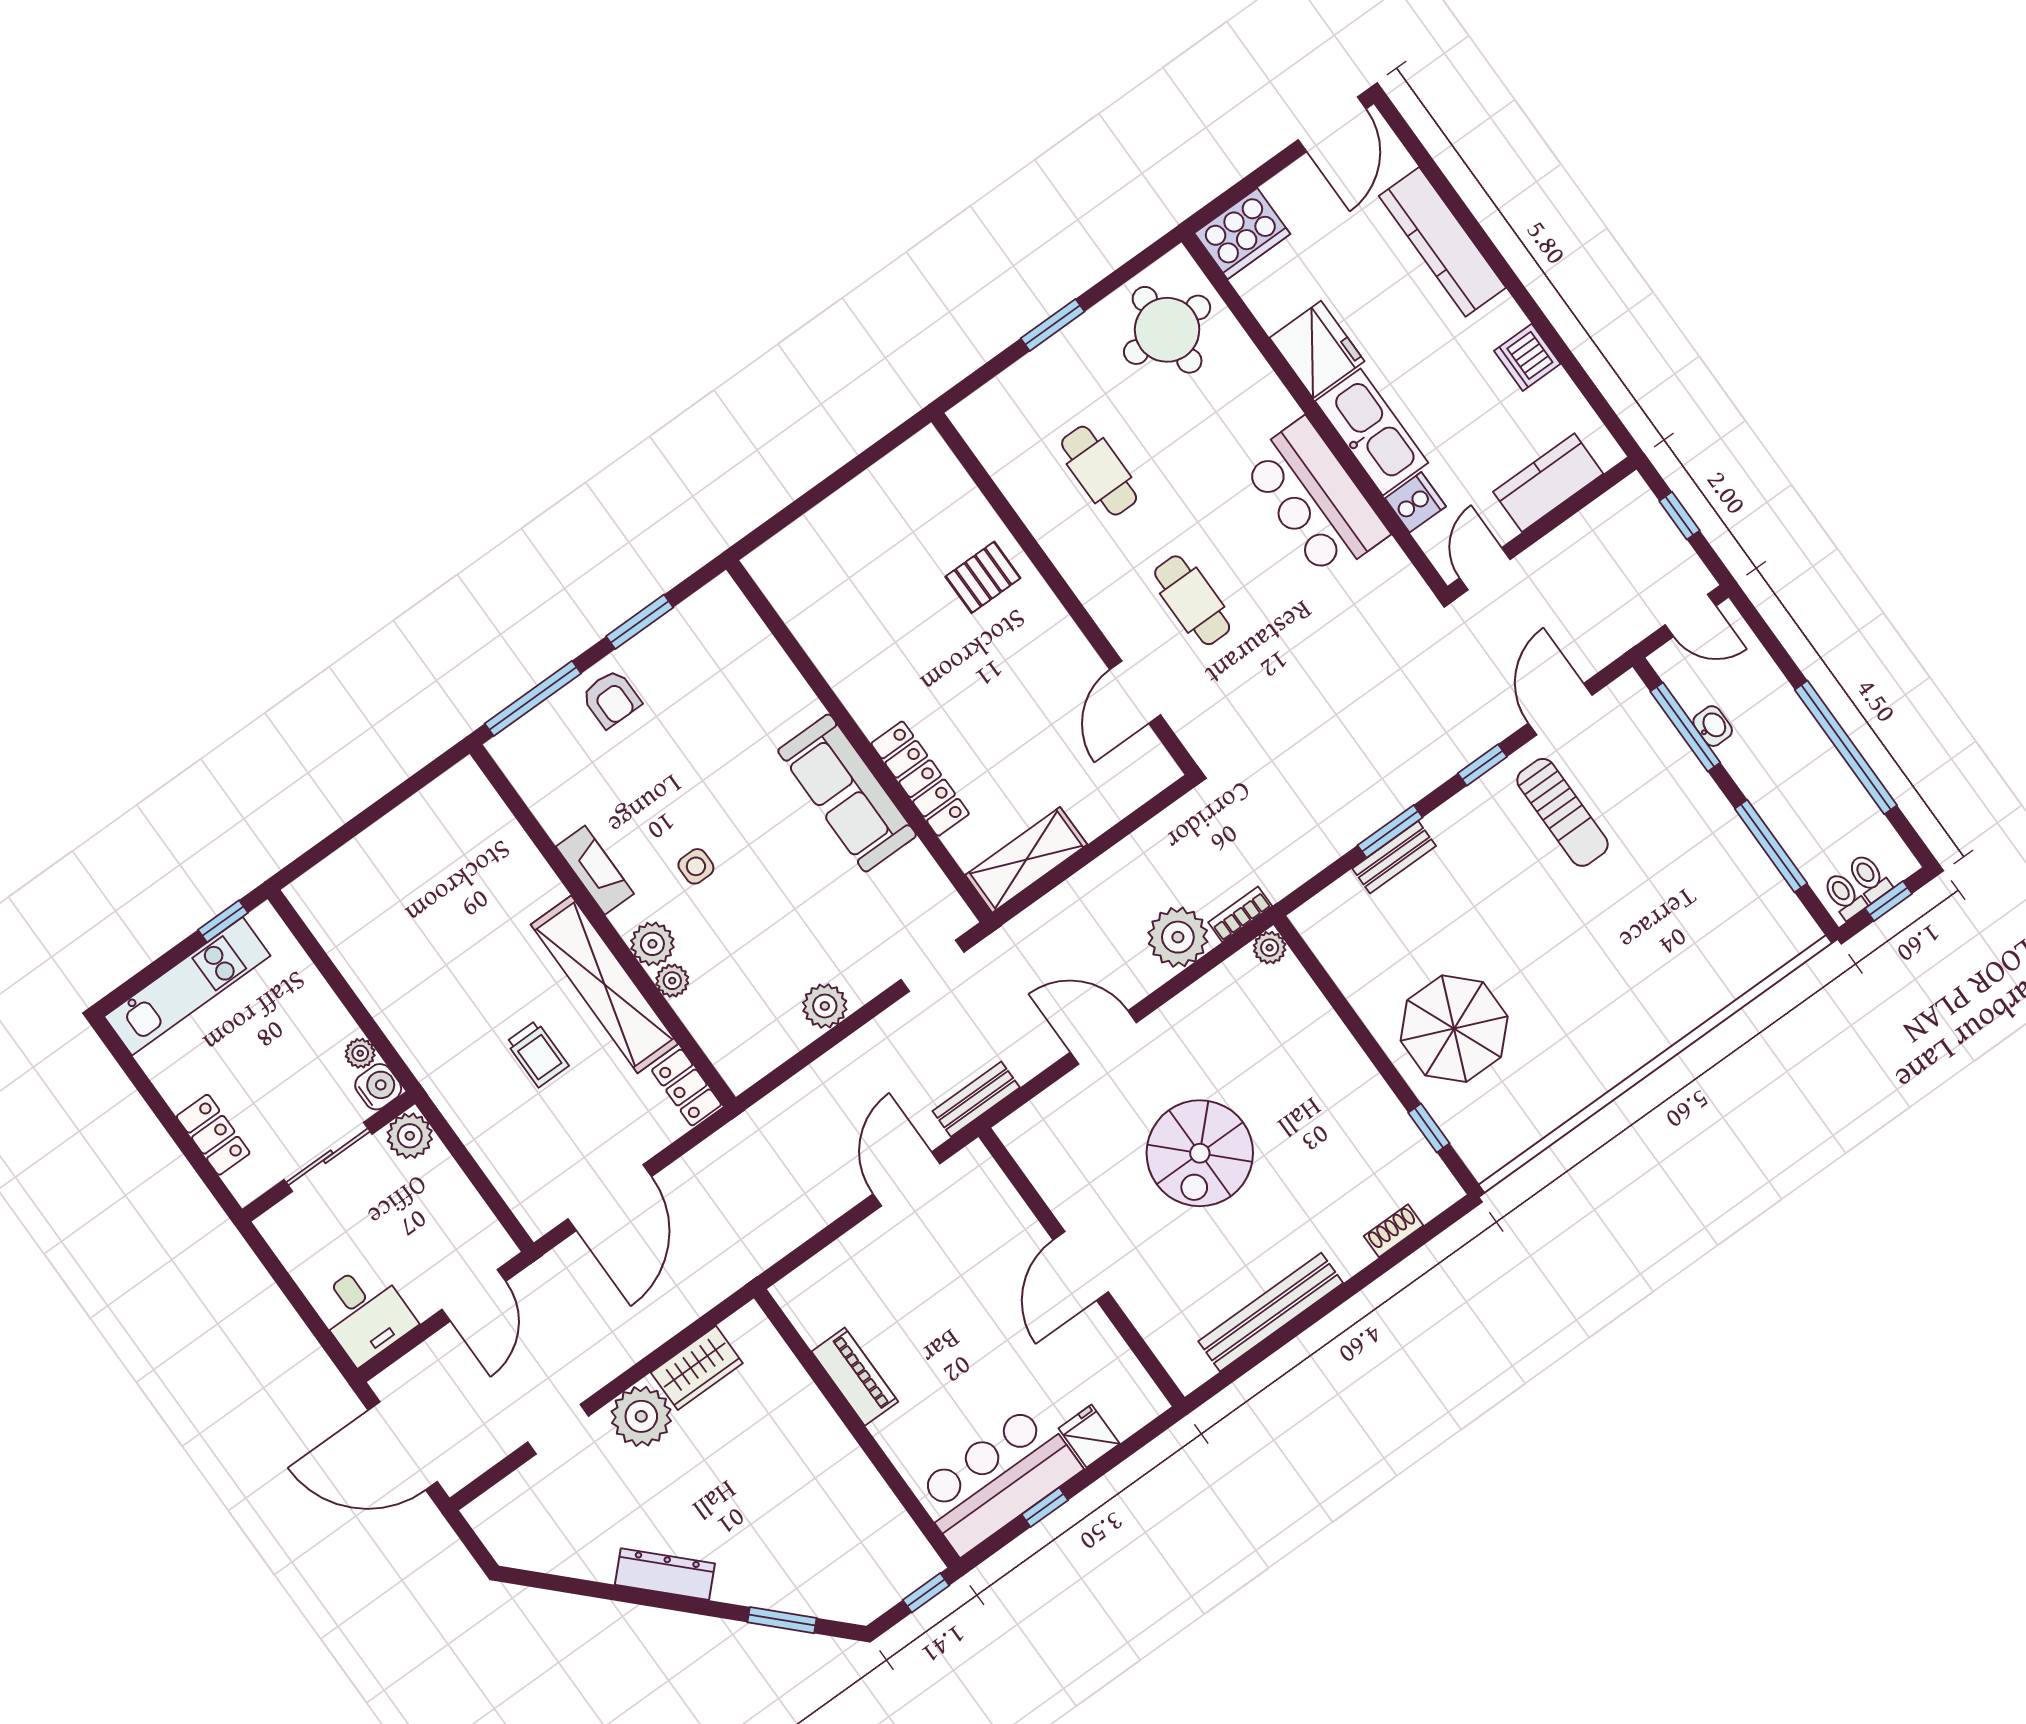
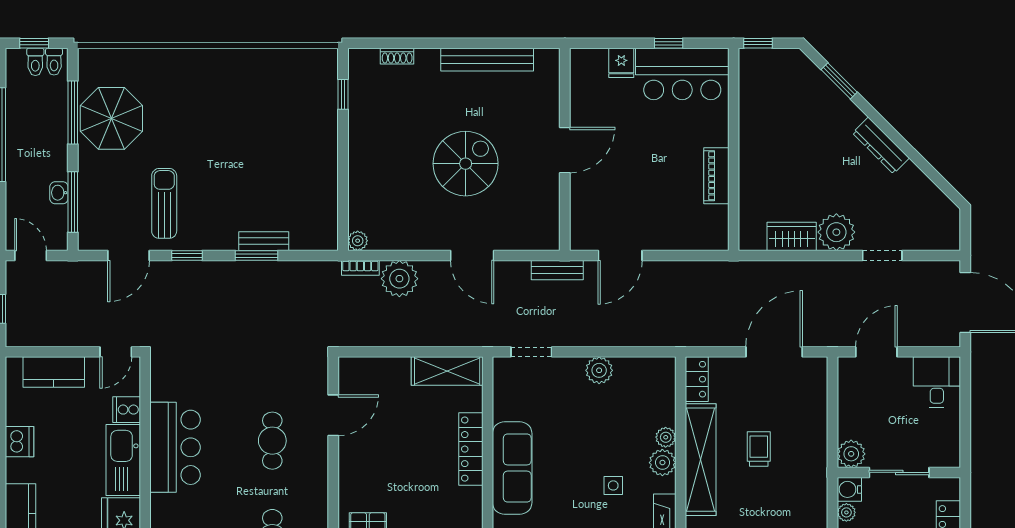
parasol: (1454, 1029) -> (111, 118), moved

